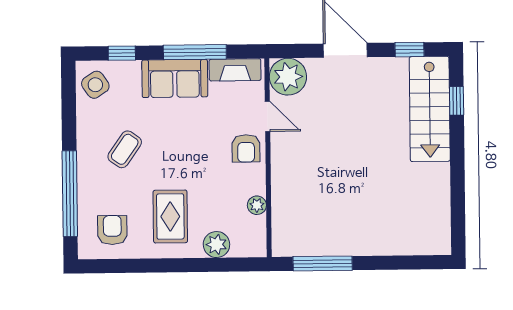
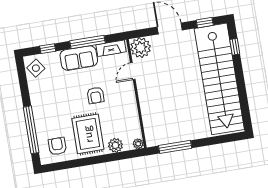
stairs: (430, 109) -> (219, 79), width x1.86, depth x1.51
door: (268, 116) -> (133, 71), swing flipped
armchair: (246, 148) -> (96, 95), moved
coffee table: (125, 149) -> (57, 101), removed
plant: (257, 205) -> (138, 144), moved
rug: (170, 216) -> (88, 134), width x1.36, depth x1.43

